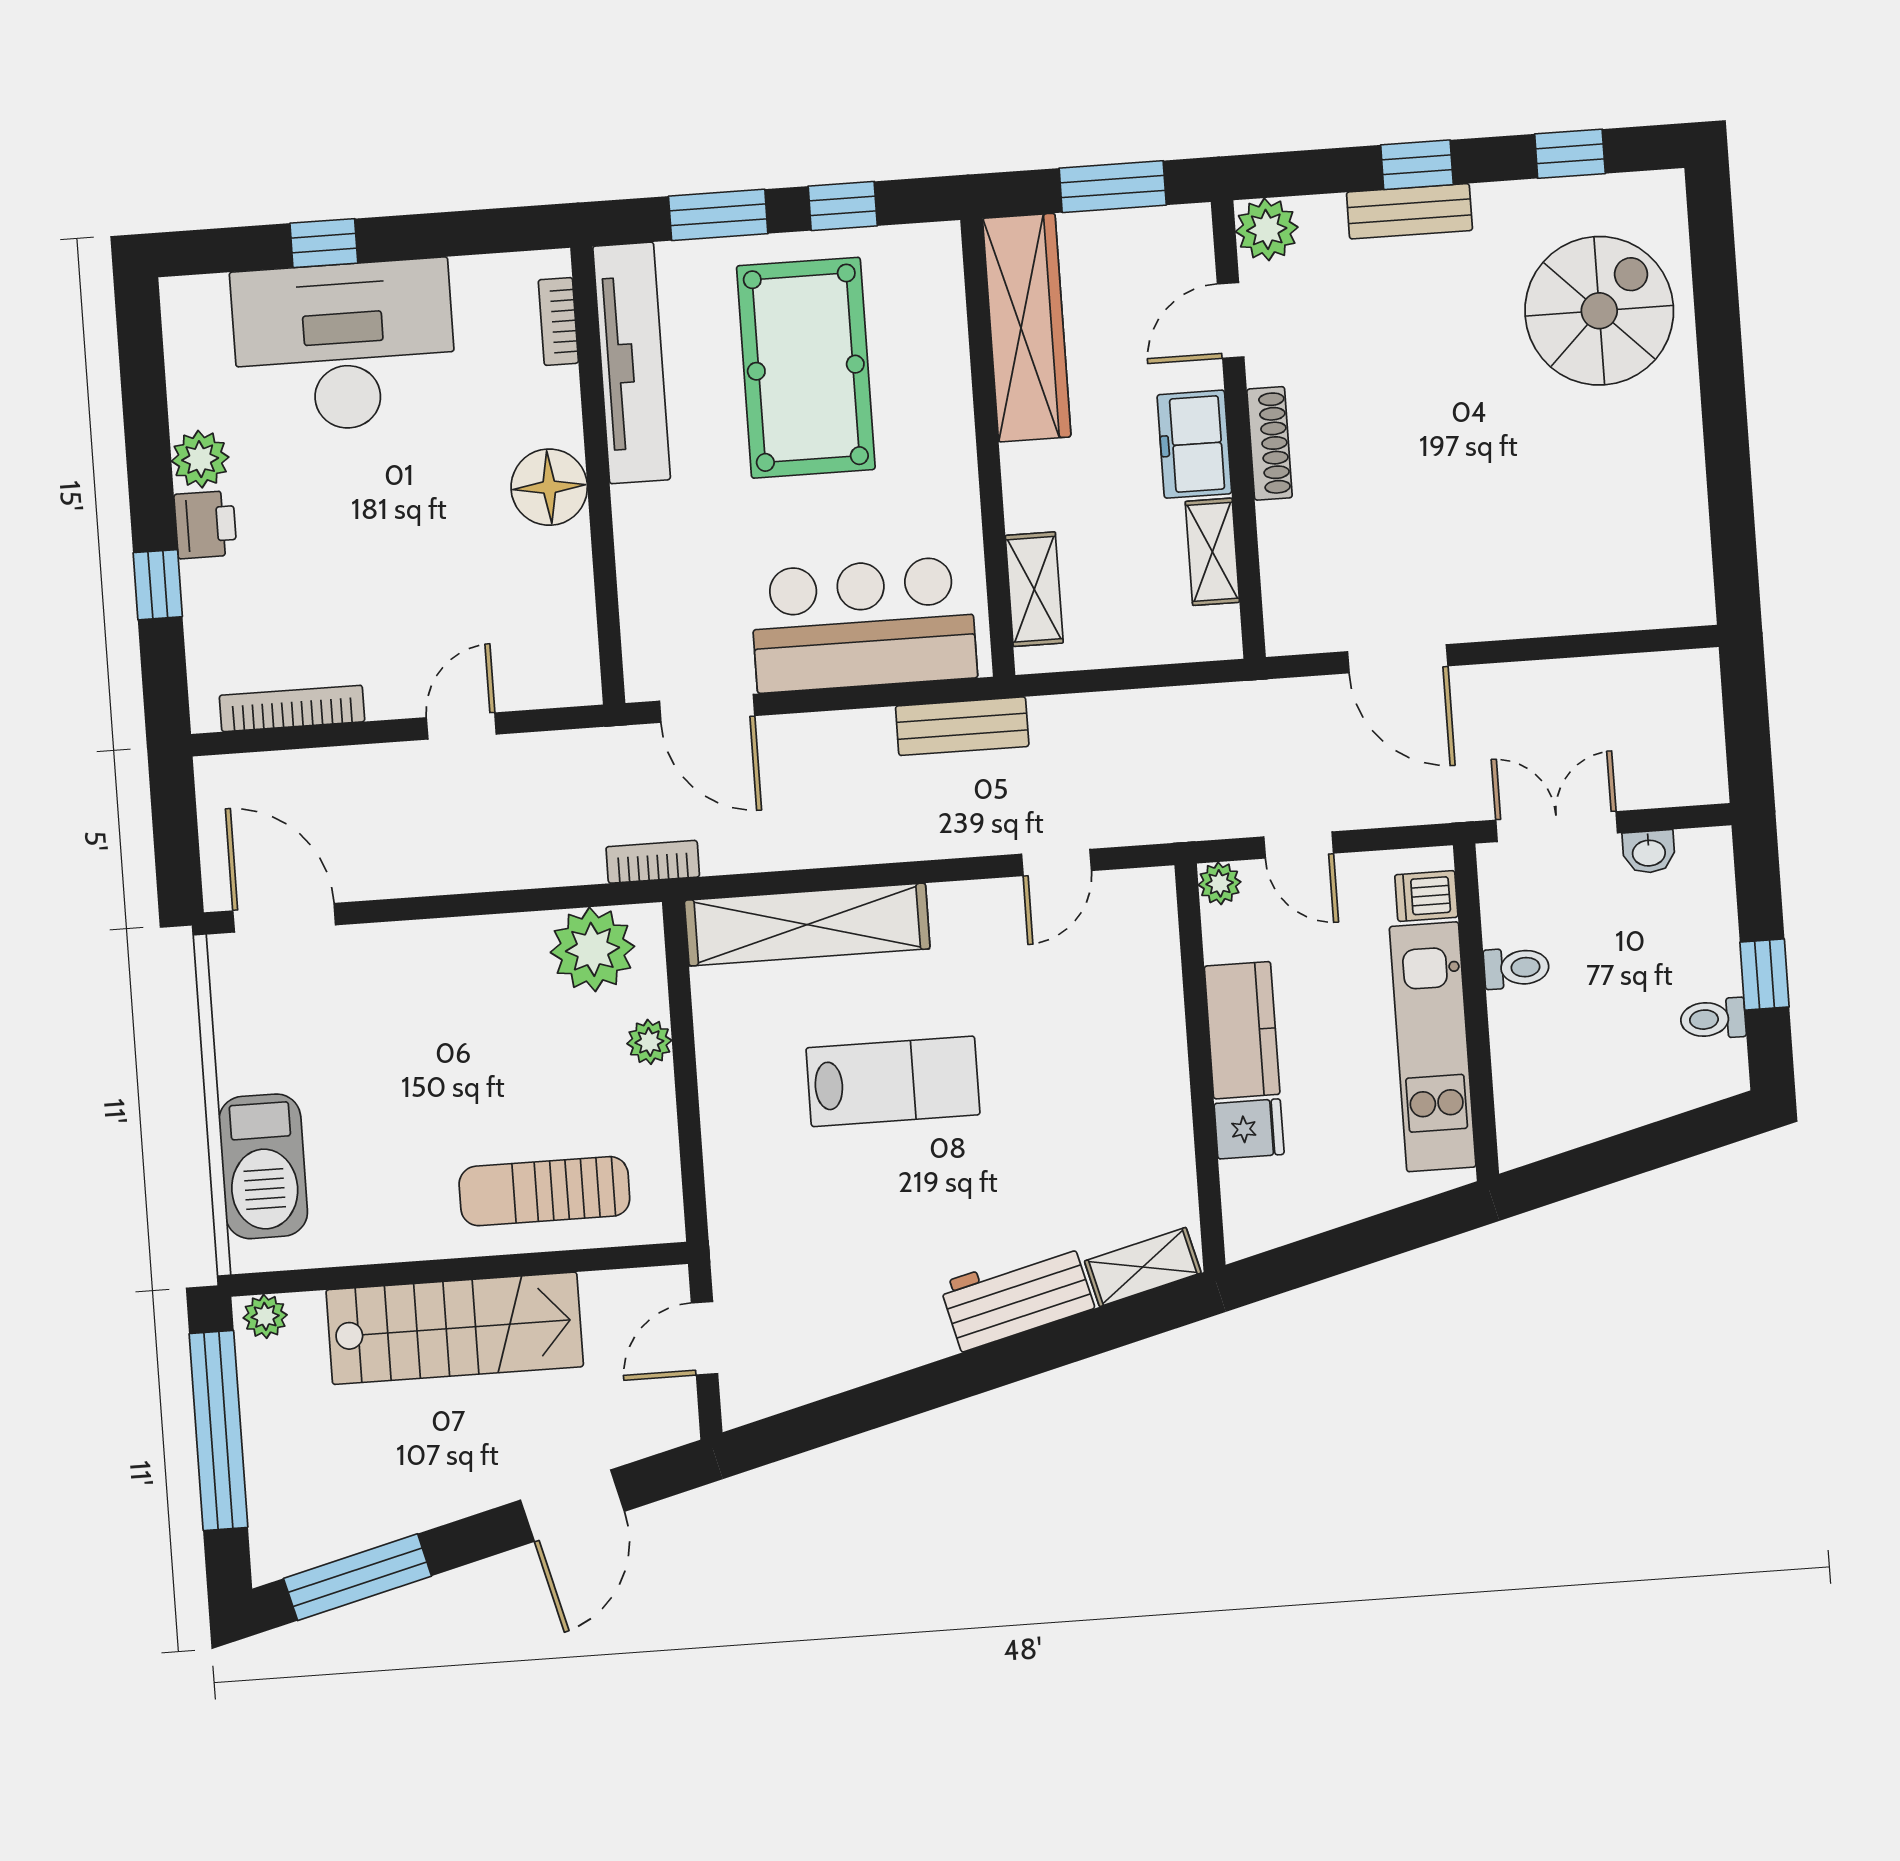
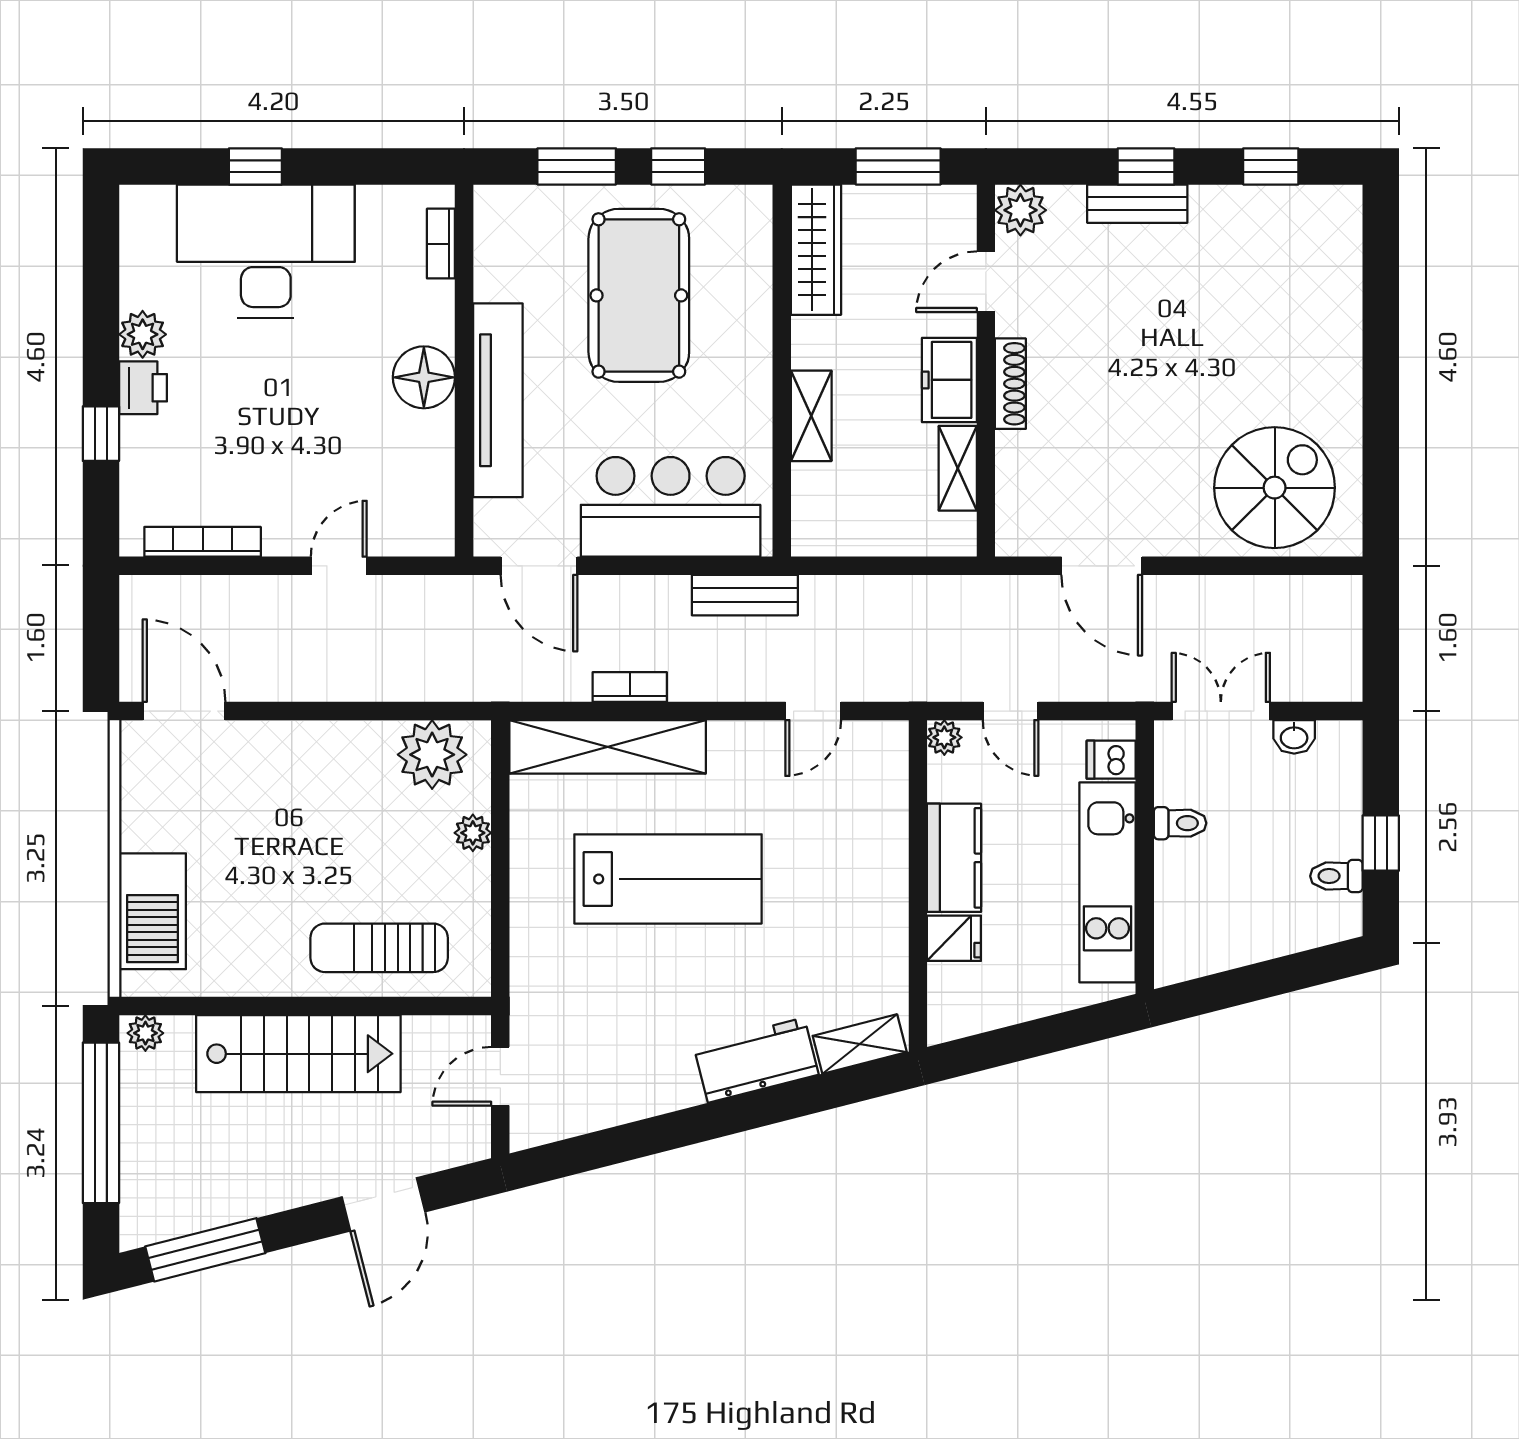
spiral stairs: (1599, 311) -> (1275, 488), moved
wardrobe: (1027, 328) -> (816, 250), width x0.71, depth x0.85
tv unit: (632, 363) -> (498, 400), moved
shelving: (1034, 589) -> (811, 416), moved
bookcase: (653, 862) -> (630, 687), moved
lab bench: (893, 1081) -> (668, 879), width x1.36, depth x1.39

